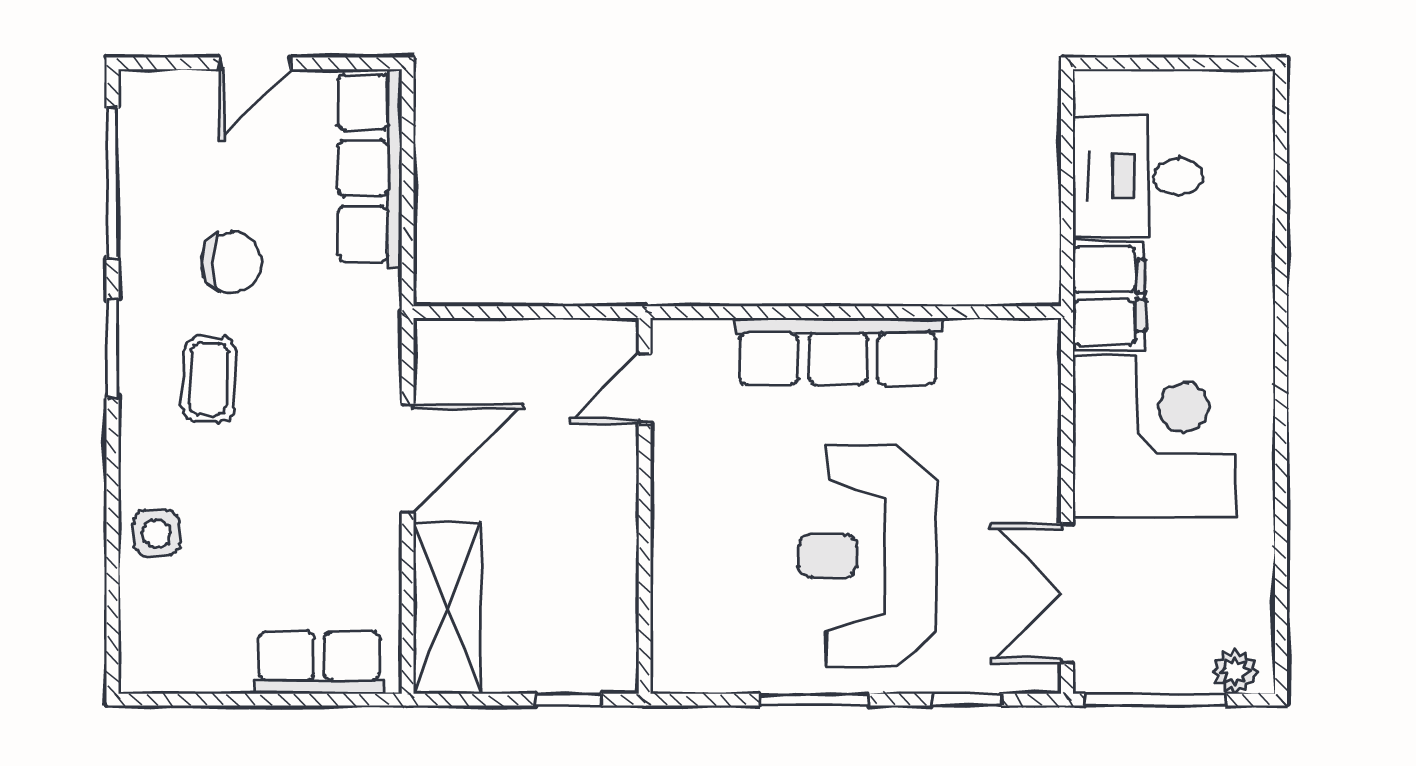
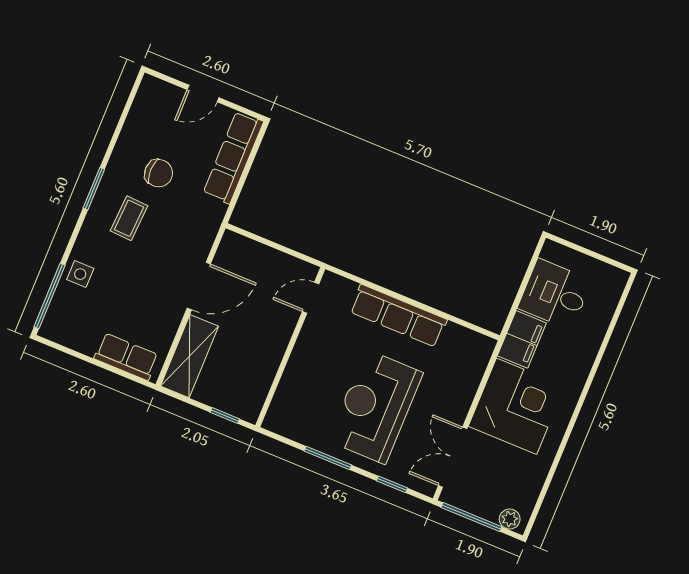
window: (113, 183) -> (50, 296), moved

